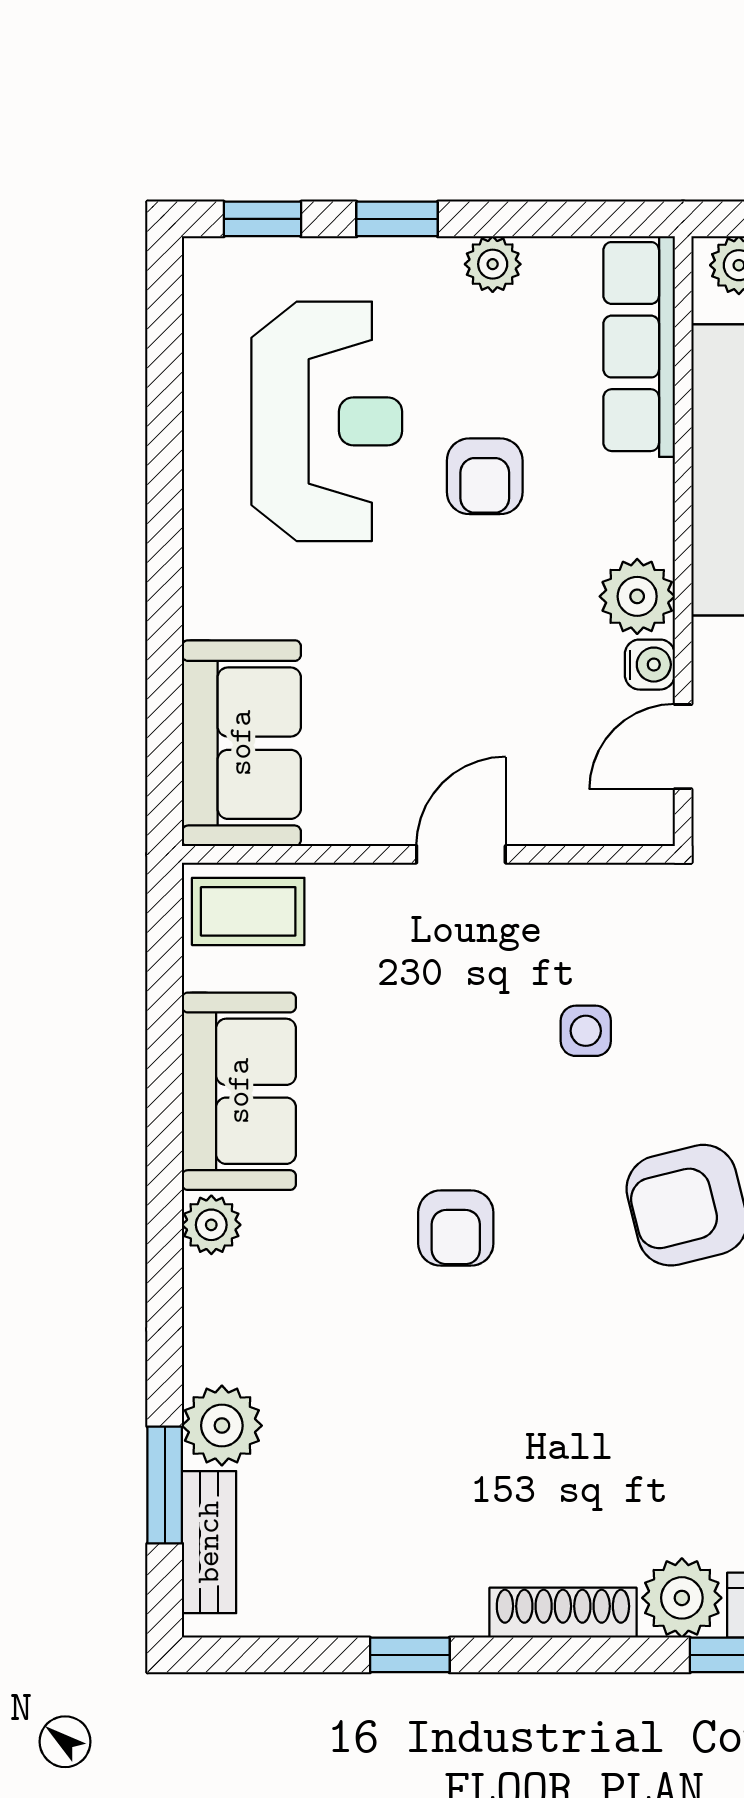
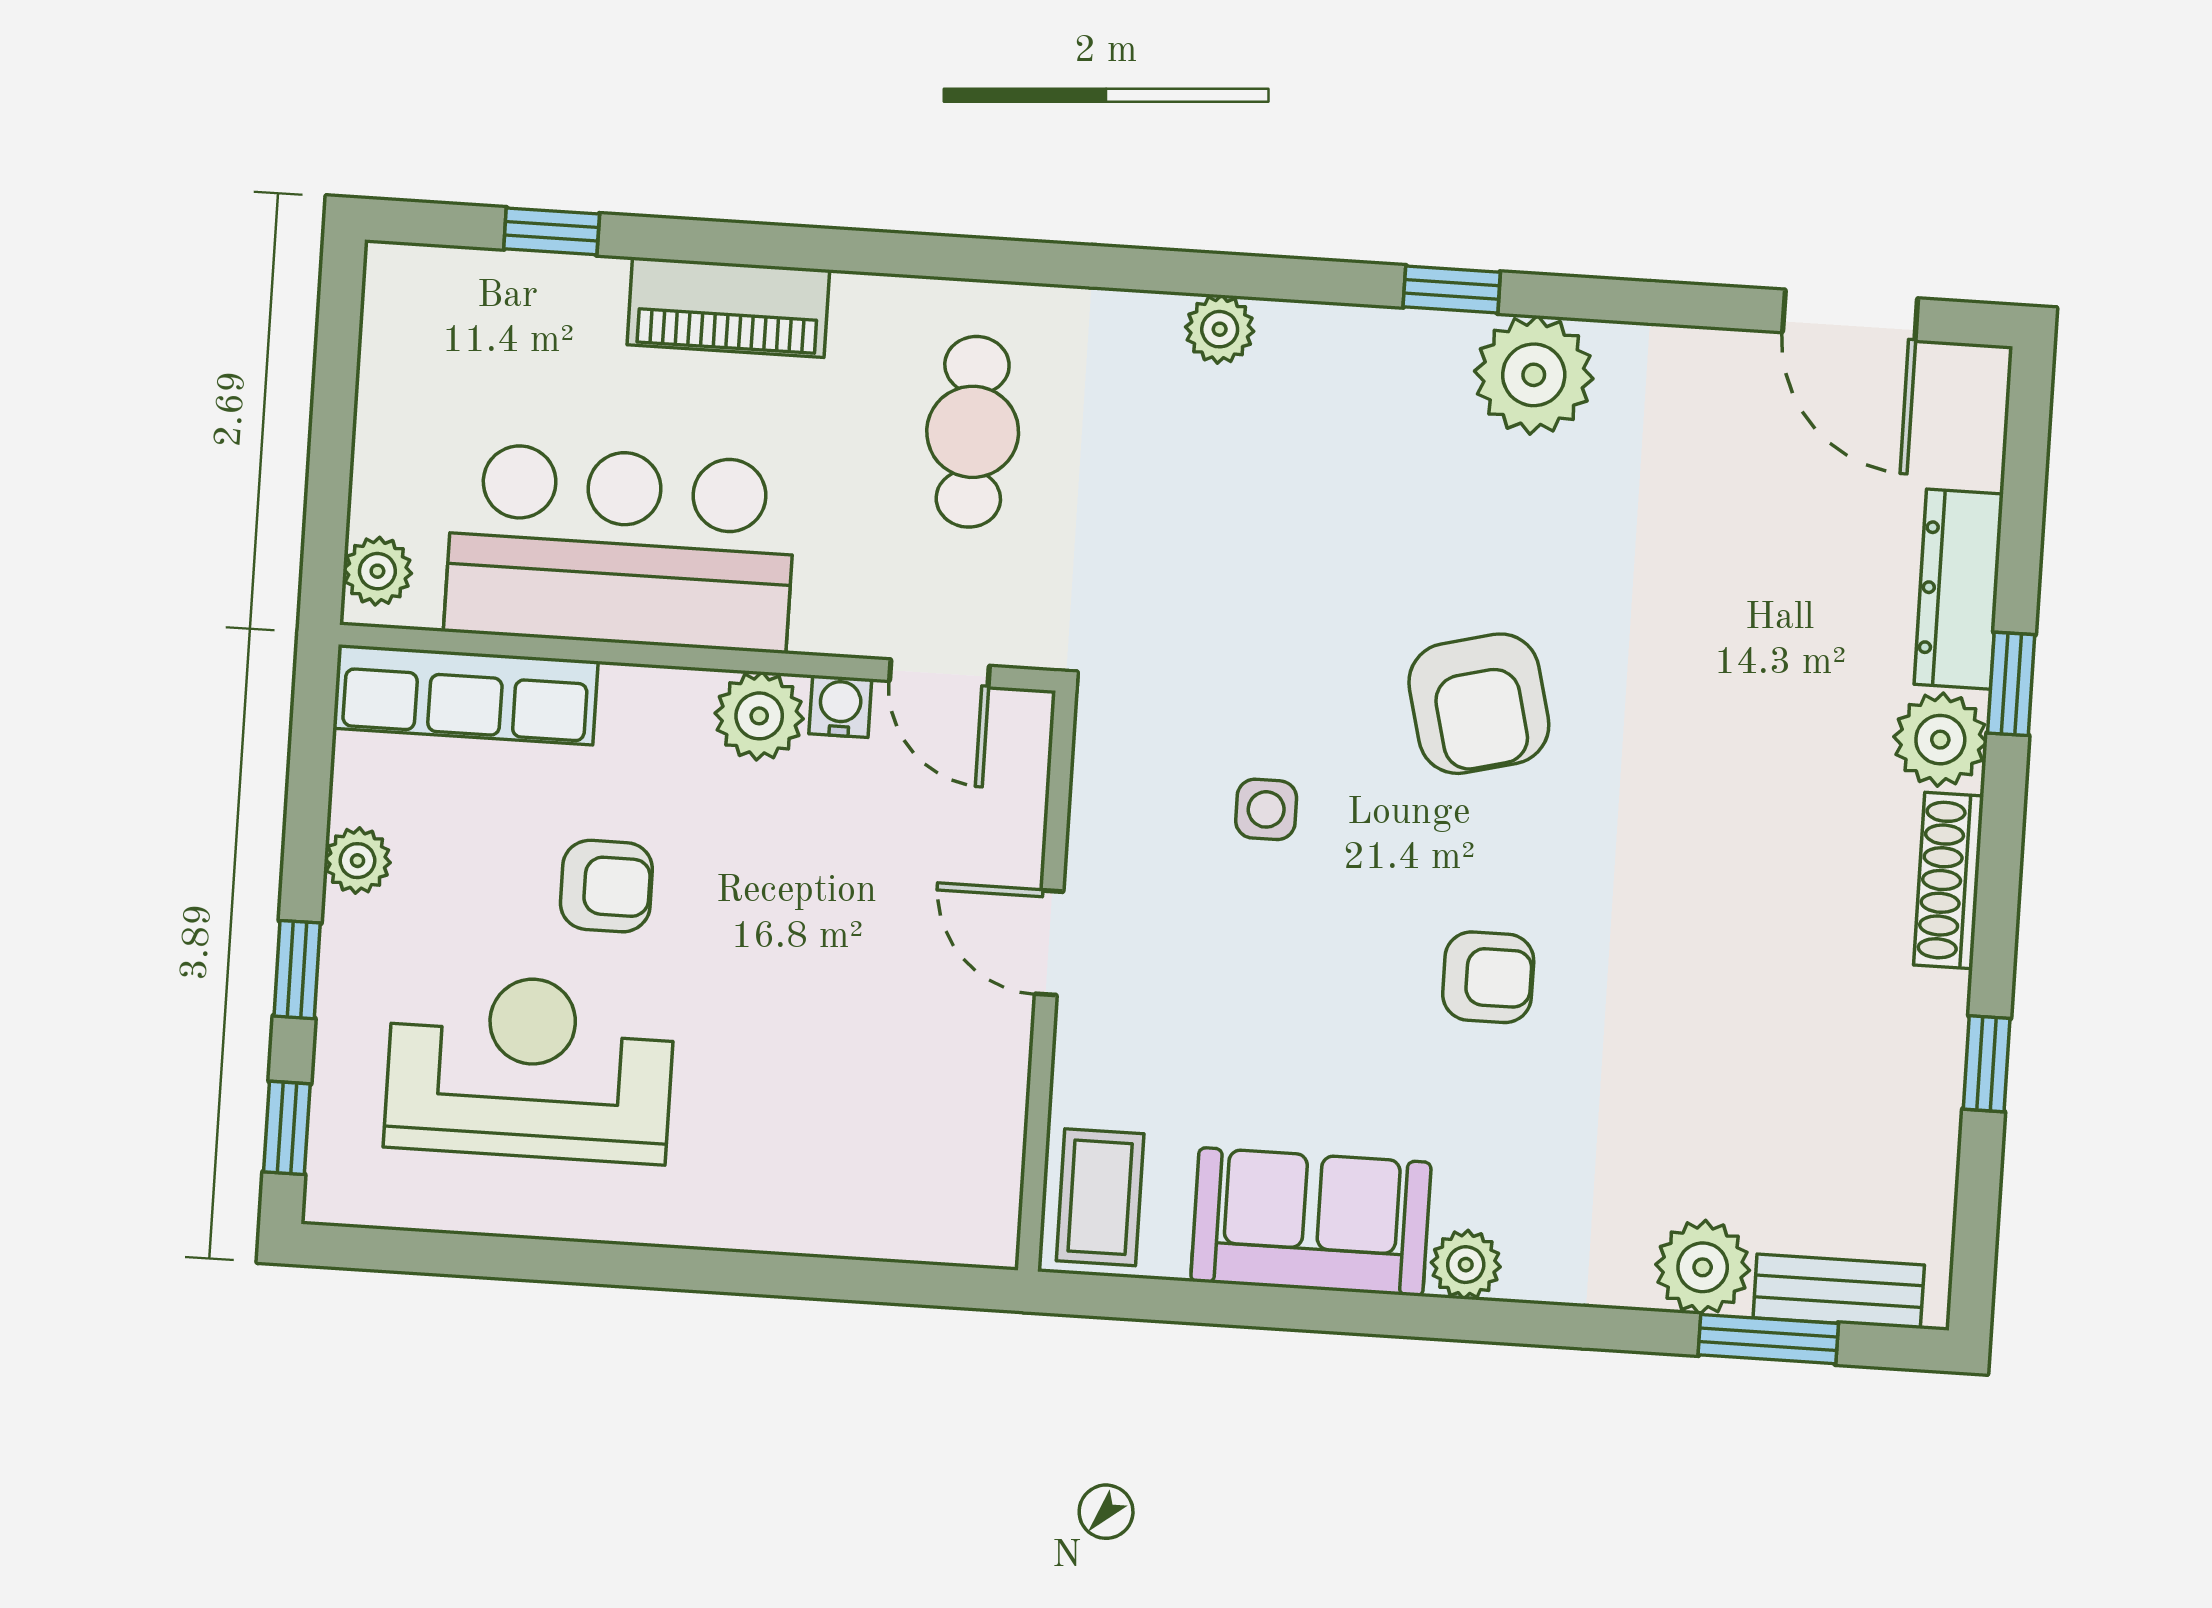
sofa: (241, 743) -> (902, 1192), removed

